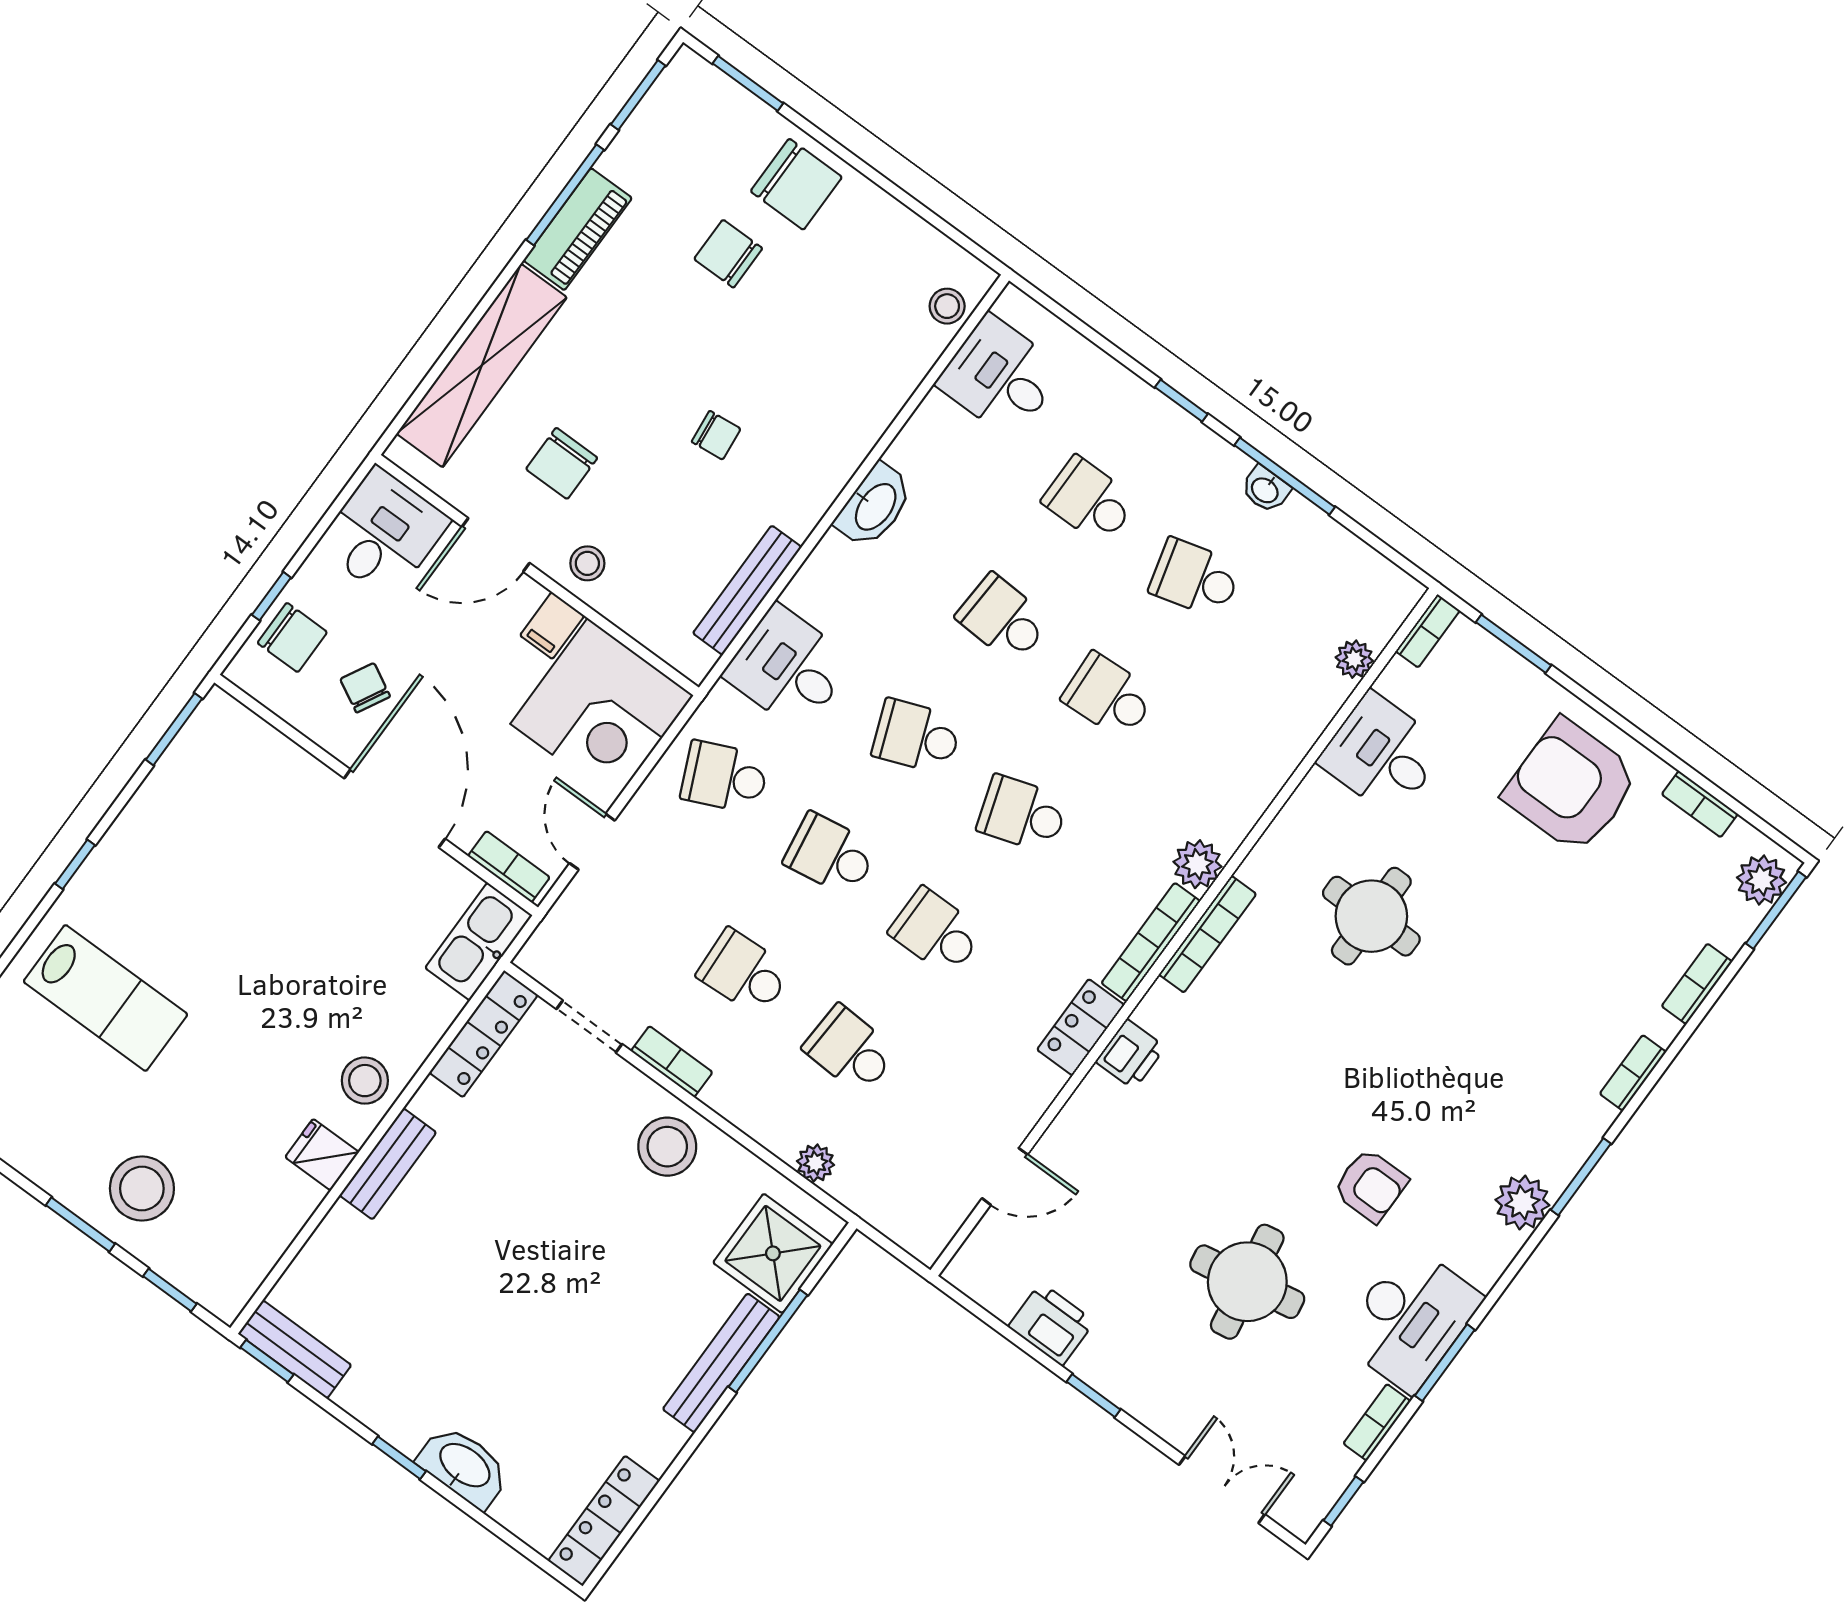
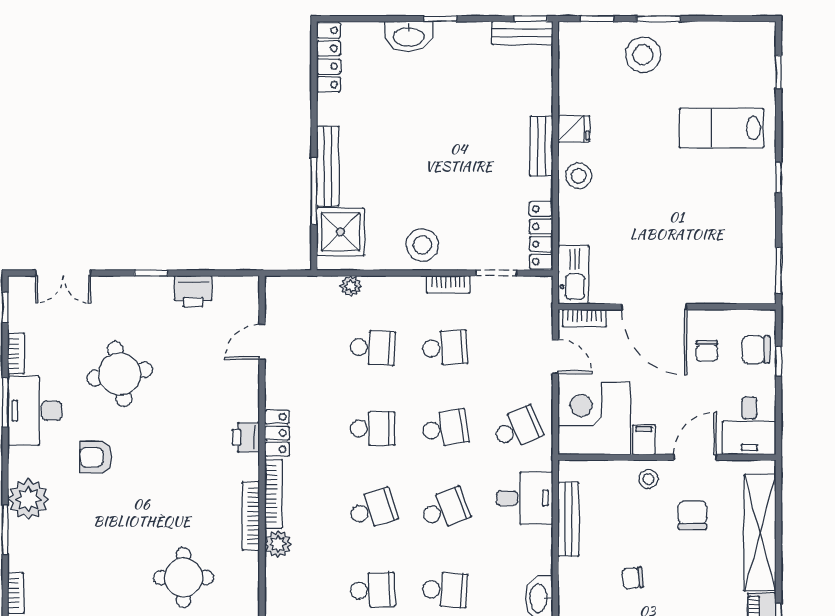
chair: (365, 688) -> (707, 351), turned 62
plant: (1522, 1202) -> (28, 499), width x1.36, depth x1.36

